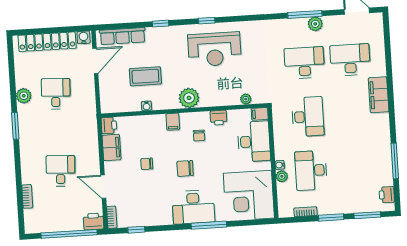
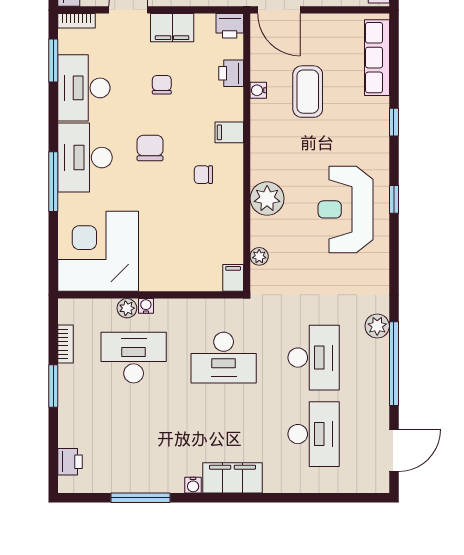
window: (305, 14) -> (394, 364), width x1.46
plant: (315, 24) -> (377, 326), moved
door: (95, 61) -> (279, 10), moved
filing cabinet: (379, 95) -> (232, 478), moved
plant: (189, 98) -> (267, 199), moved
printer: (219, 118) -> (231, 73), moved
water cooler: (385, 130) -> (193, 485), added
desk: (254, 141) -> (84, 88), moved, turned 90
filing cabinet: (112, 147) -> (172, 28), moved
printer: (387, 195) -> (70, 462), moved, turned 90
window: (367, 215) -> (53, 447), removed
window: (136, 230) -> (53, 61), width x1.50

